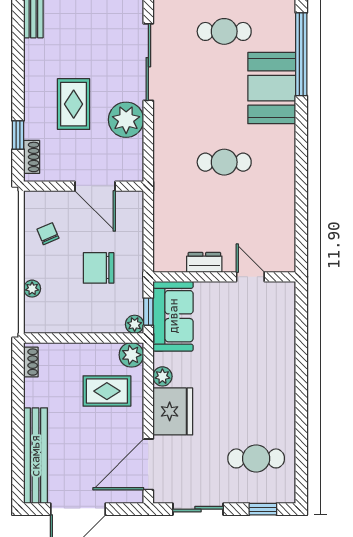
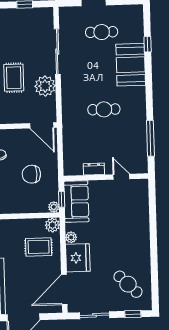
window: (301, 54) -> (148, 44), width x0.32
door: (95, 186) -> (42, 125), moved
window: (301, 213) -> (150, 138), added
cafe table: (256, 458) -> (128, 284), turned 44

